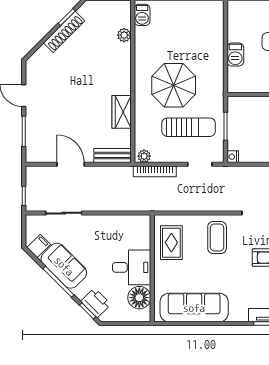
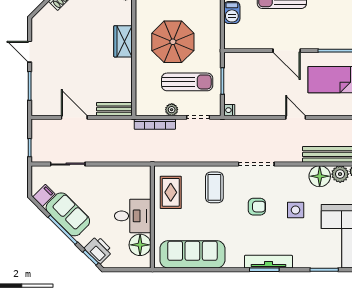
wardrobe: (122, 112) -> (123, 41), moved
plant: (144, 156) -> (172, 110), moved

